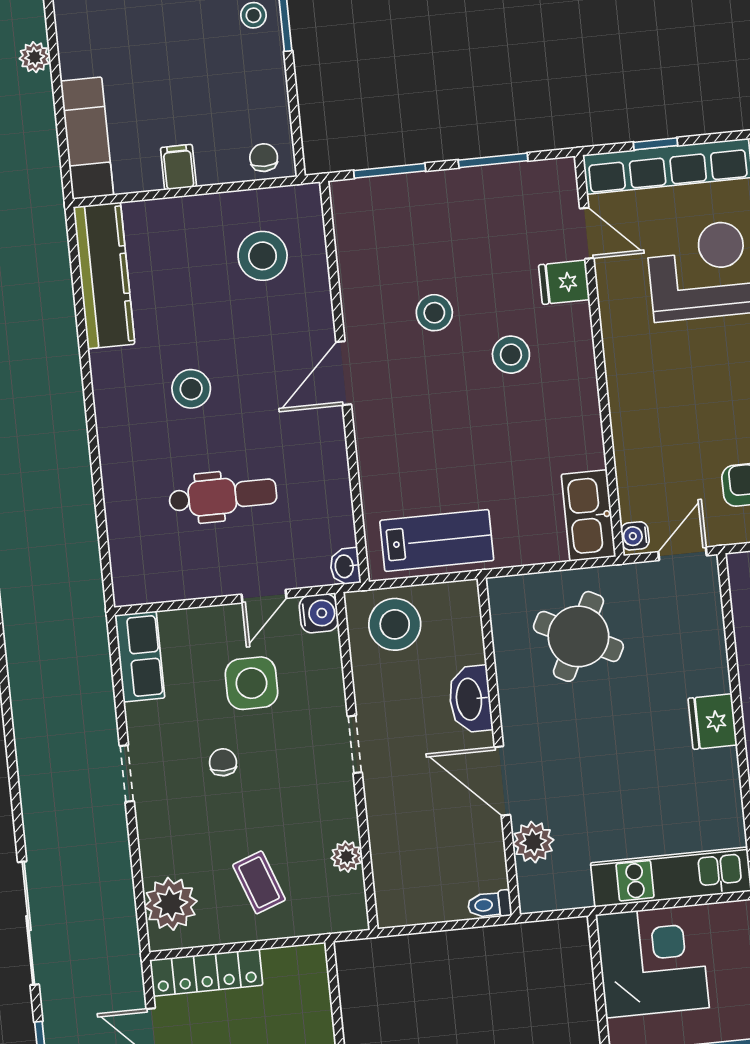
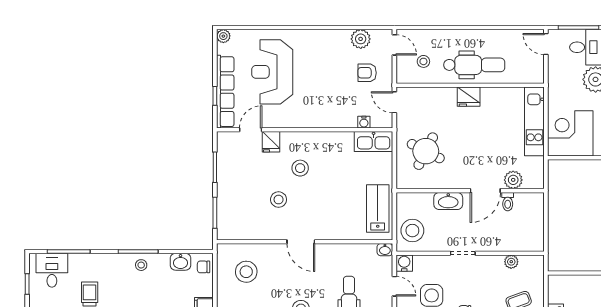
washbasin: (270, 104) -> (181, 262), added
water cooler: (635, 536) -> (364, 122), moved
toilet: (490, 905) -> (508, 202), moved

